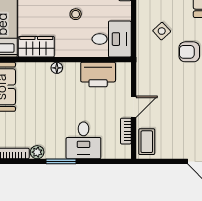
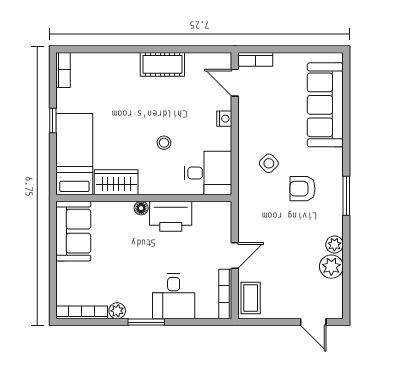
printer: (98, 75) -> (171, 216), moved
bookcase: (126, 131) -> (225, 294), width x1.56

